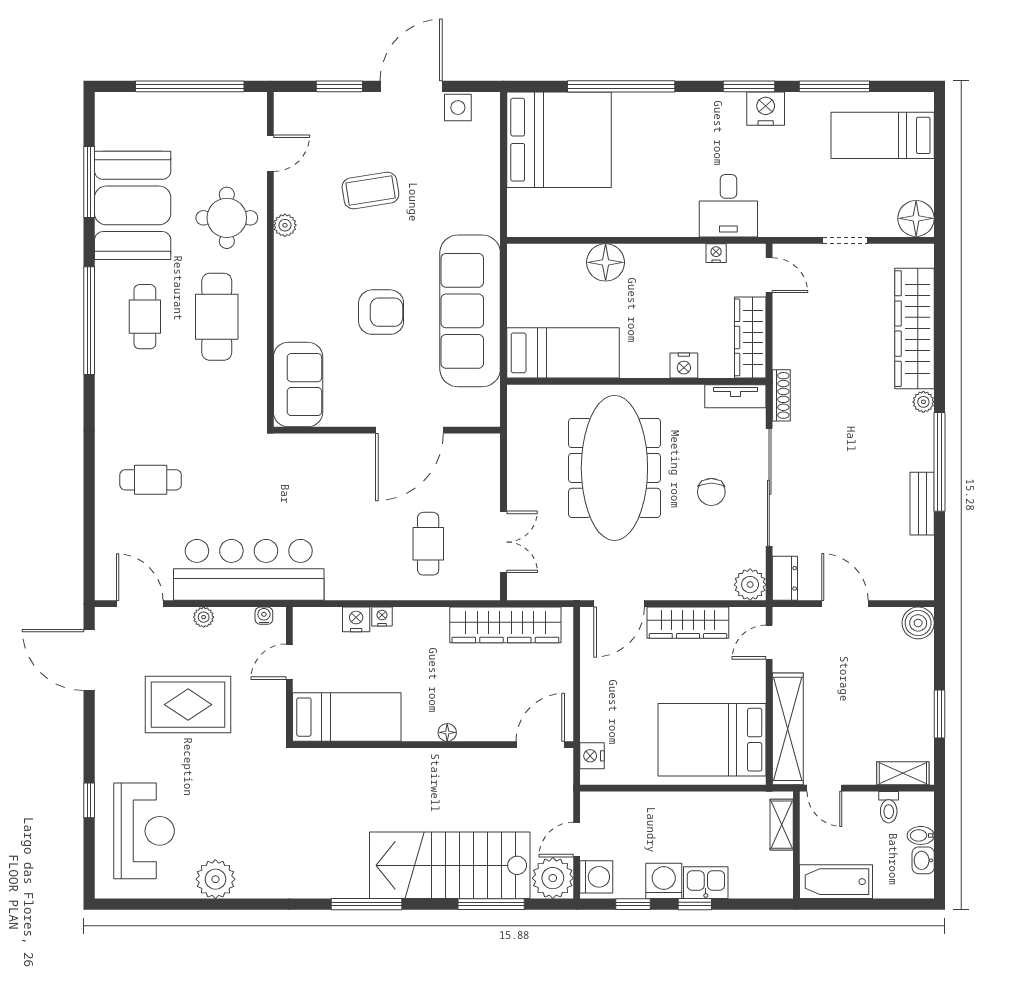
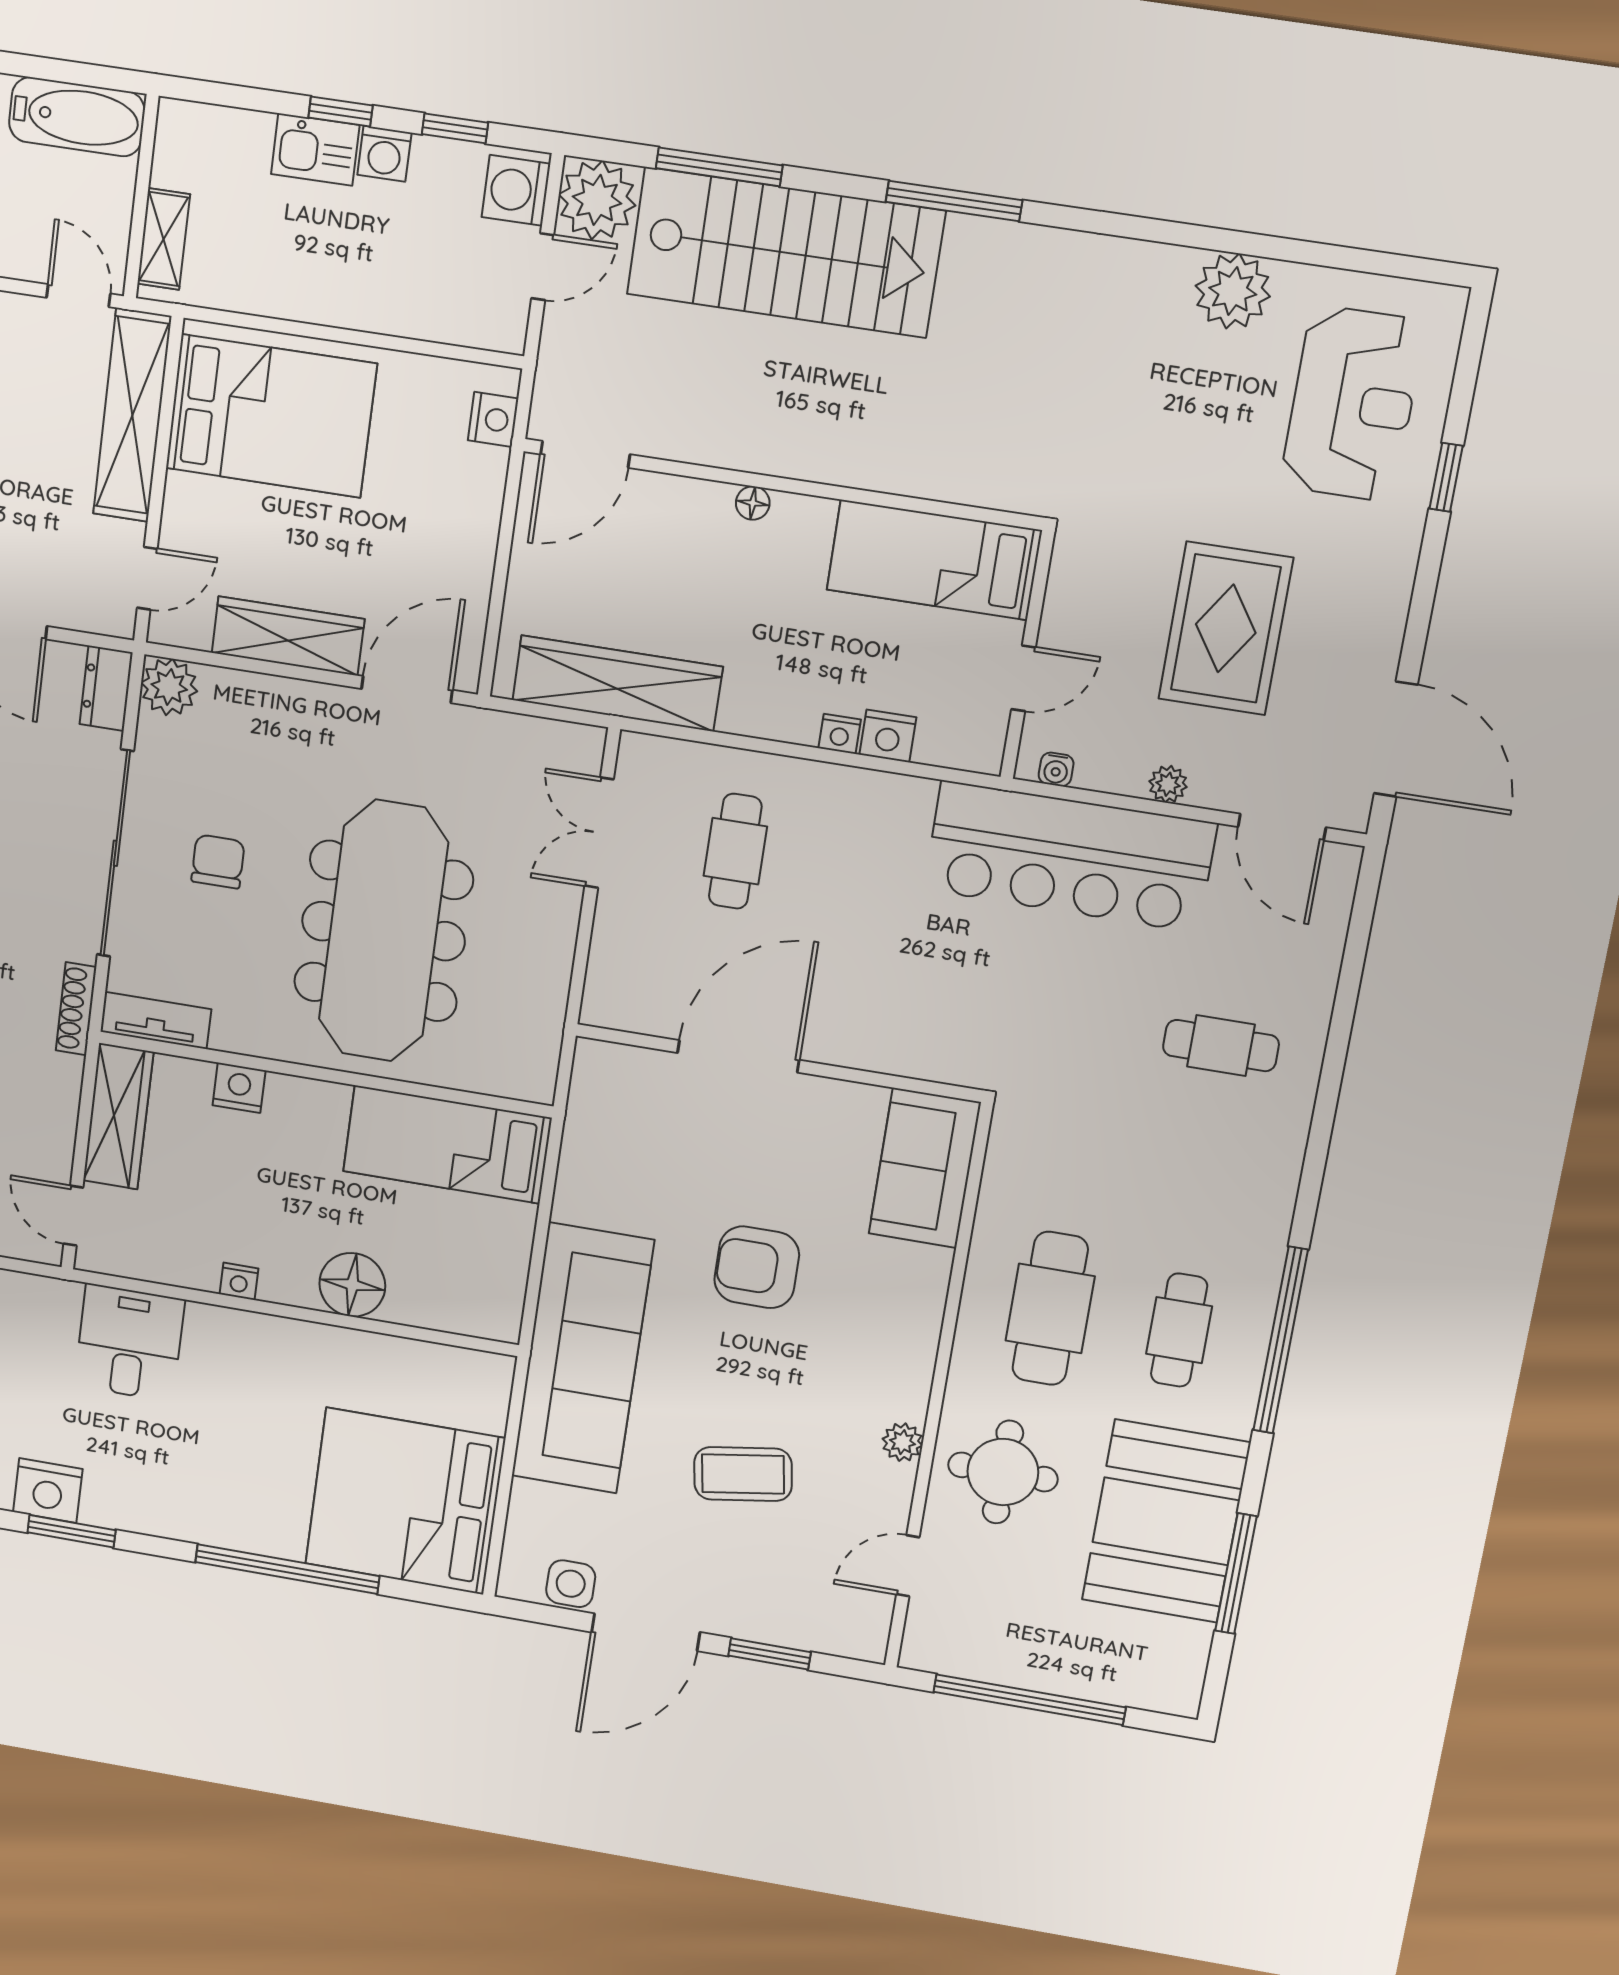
nightstand: (716, 253) -> (239, 1281), moved
sofa: (470, 311) -> (583, 1359), moved
rug: (188, 705) -> (1226, 628), turned 90
reception desk: (144, 831) -> (1352, 404), turned 180
washing machine: (664, 881) -> (384, 154), width x0.73, depth x0.73

